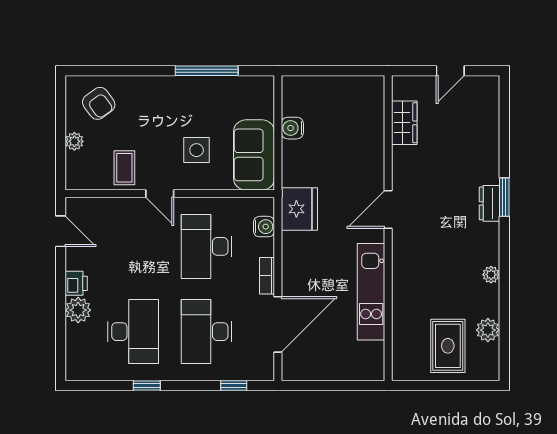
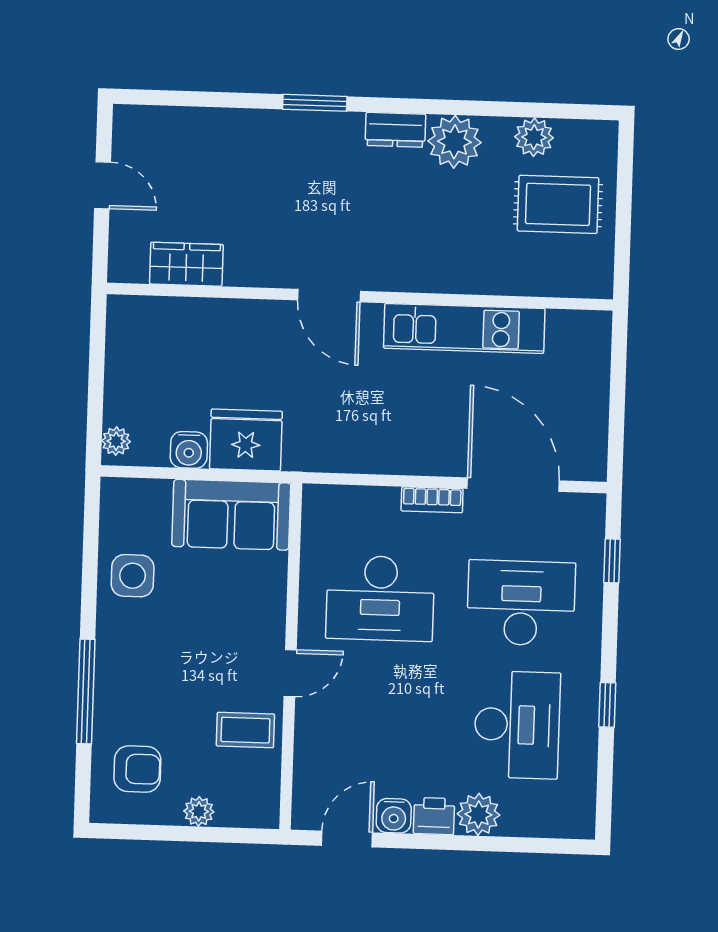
window: (207, 71) -> (86, 692), moved
plant: (296, 84) -> (116, 441), added
armchair: (99, 103) -> (137, 769), turned 36
side table: (197, 150) -> (133, 576), moved
dresser: (489, 203) -> (395, 130), moved
fridge: (299, 209) -> (246, 440), moved
water cooler: (264, 227) -> (394, 816), moved, turned 180
plant: (491, 275) -> (454, 142), width x1.88, depth x1.88
desk: (133, 332) -> (517, 725), turned 90
desk: (207, 332) -> (521, 603), turned 180

